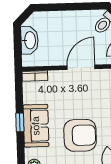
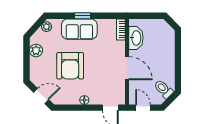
washbasin: (30, 40) -> (136, 38), moved, turned -90

